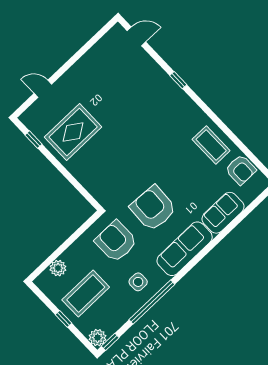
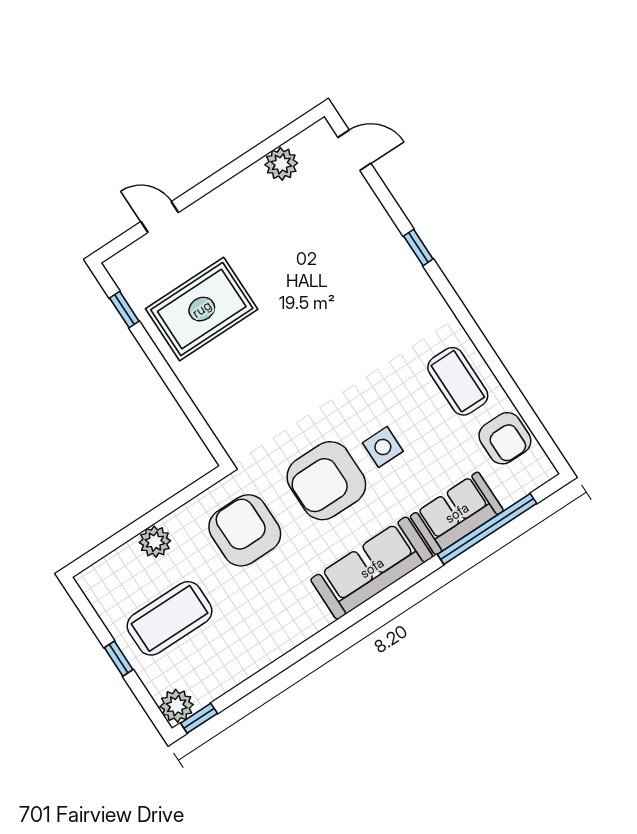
plant: (100, 50) -> (281, 164), added
armchair: (153, 208) -> (326, 481), turned -93
plant: (58, 268) -> (155, 542), moved
side table: (138, 282) -> (383, 447), moved
window: (152, 302) -> (487, 529), moved

